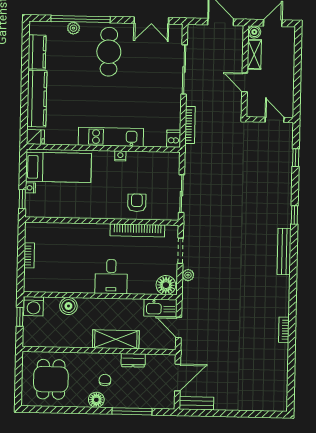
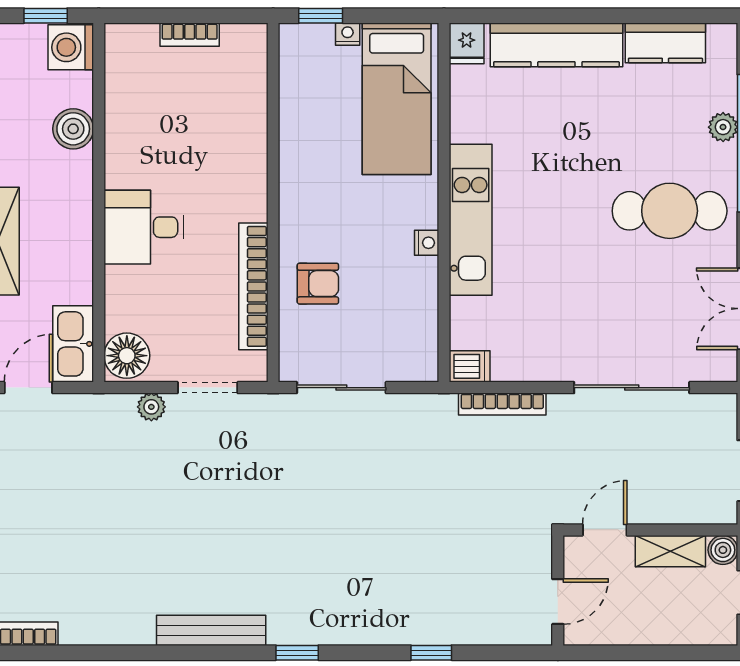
wall: (270, 120) -> (558, 590), moved
door: (275, 120) -> (558, 602), moved

